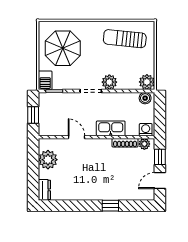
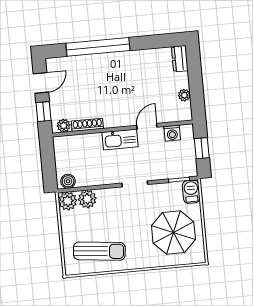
plant: (109, 82) -> (87, 199), moved
kitchen sink: (111, 128) -> (120, 140), moved
washing machine: (146, 130) -> (172, 133), moved
door: (76, 137) -> (147, 126), swing flipped
plant: (48, 160) -> (184, 95), width x0.53, depth x0.53
window: (110, 206) -> (98, 47), width x3.17

